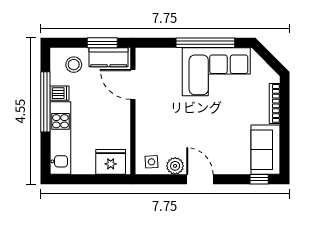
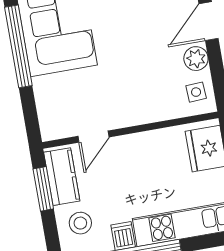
door: (133, 84) -> (93, 137), width x0.73

